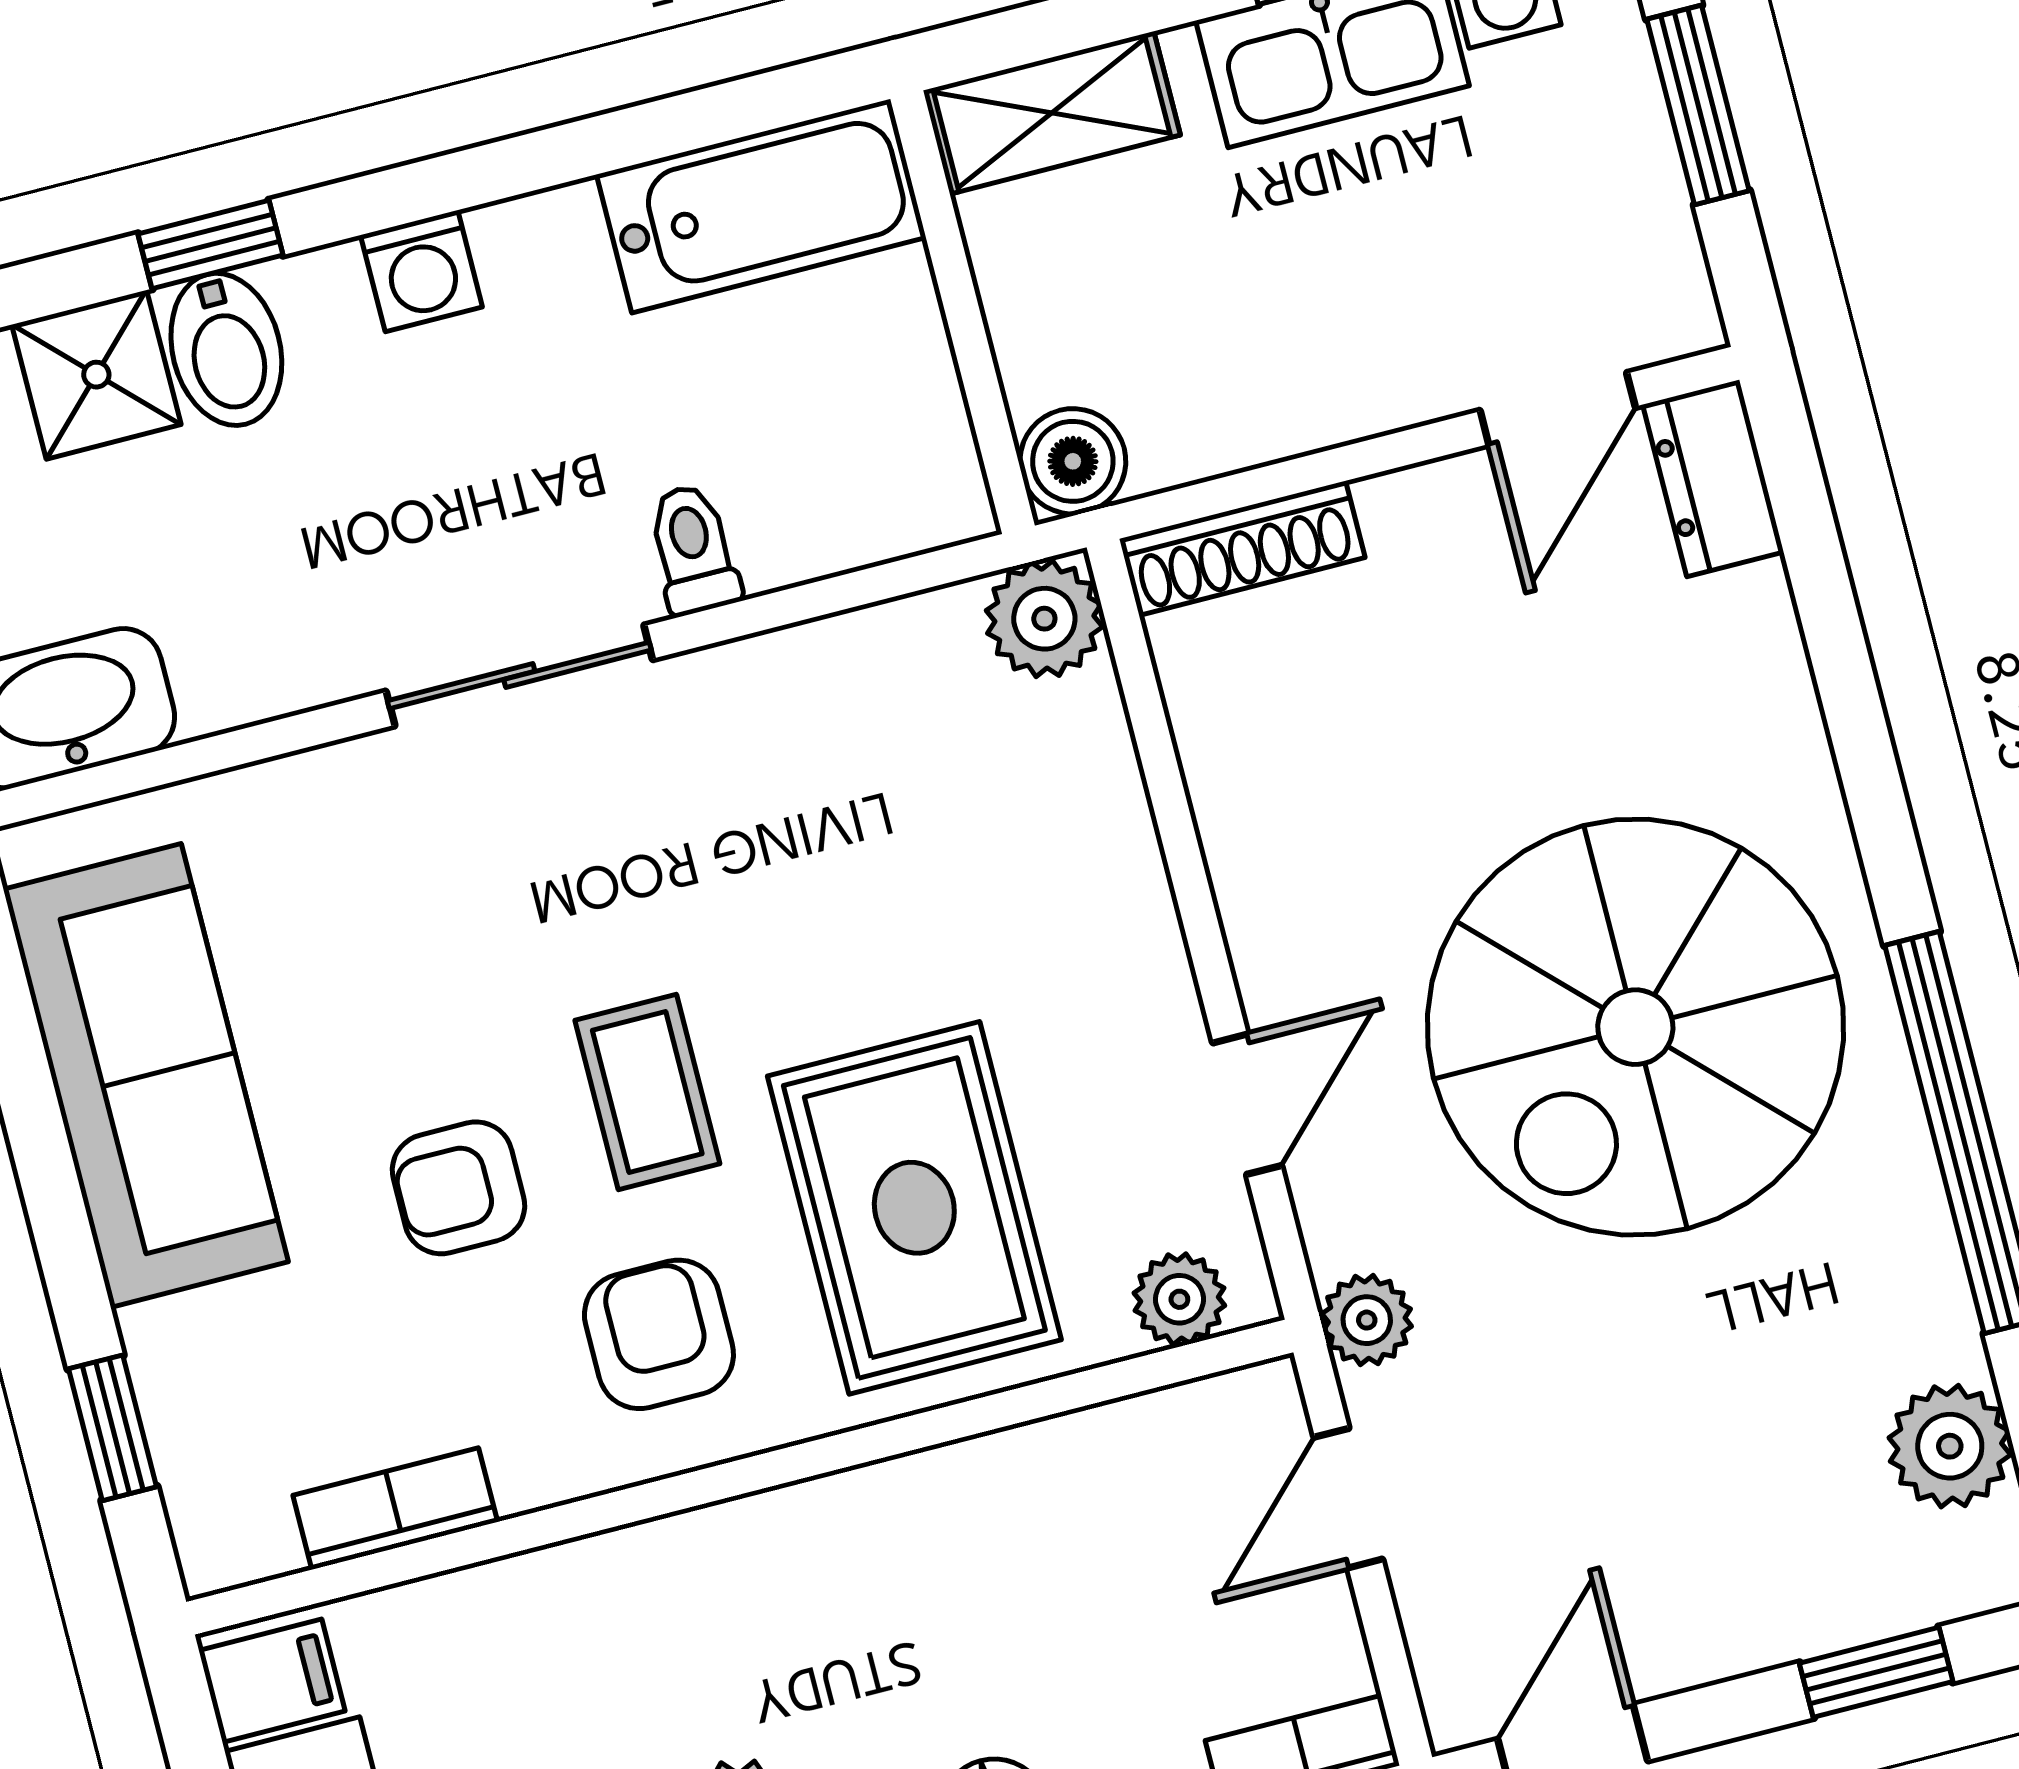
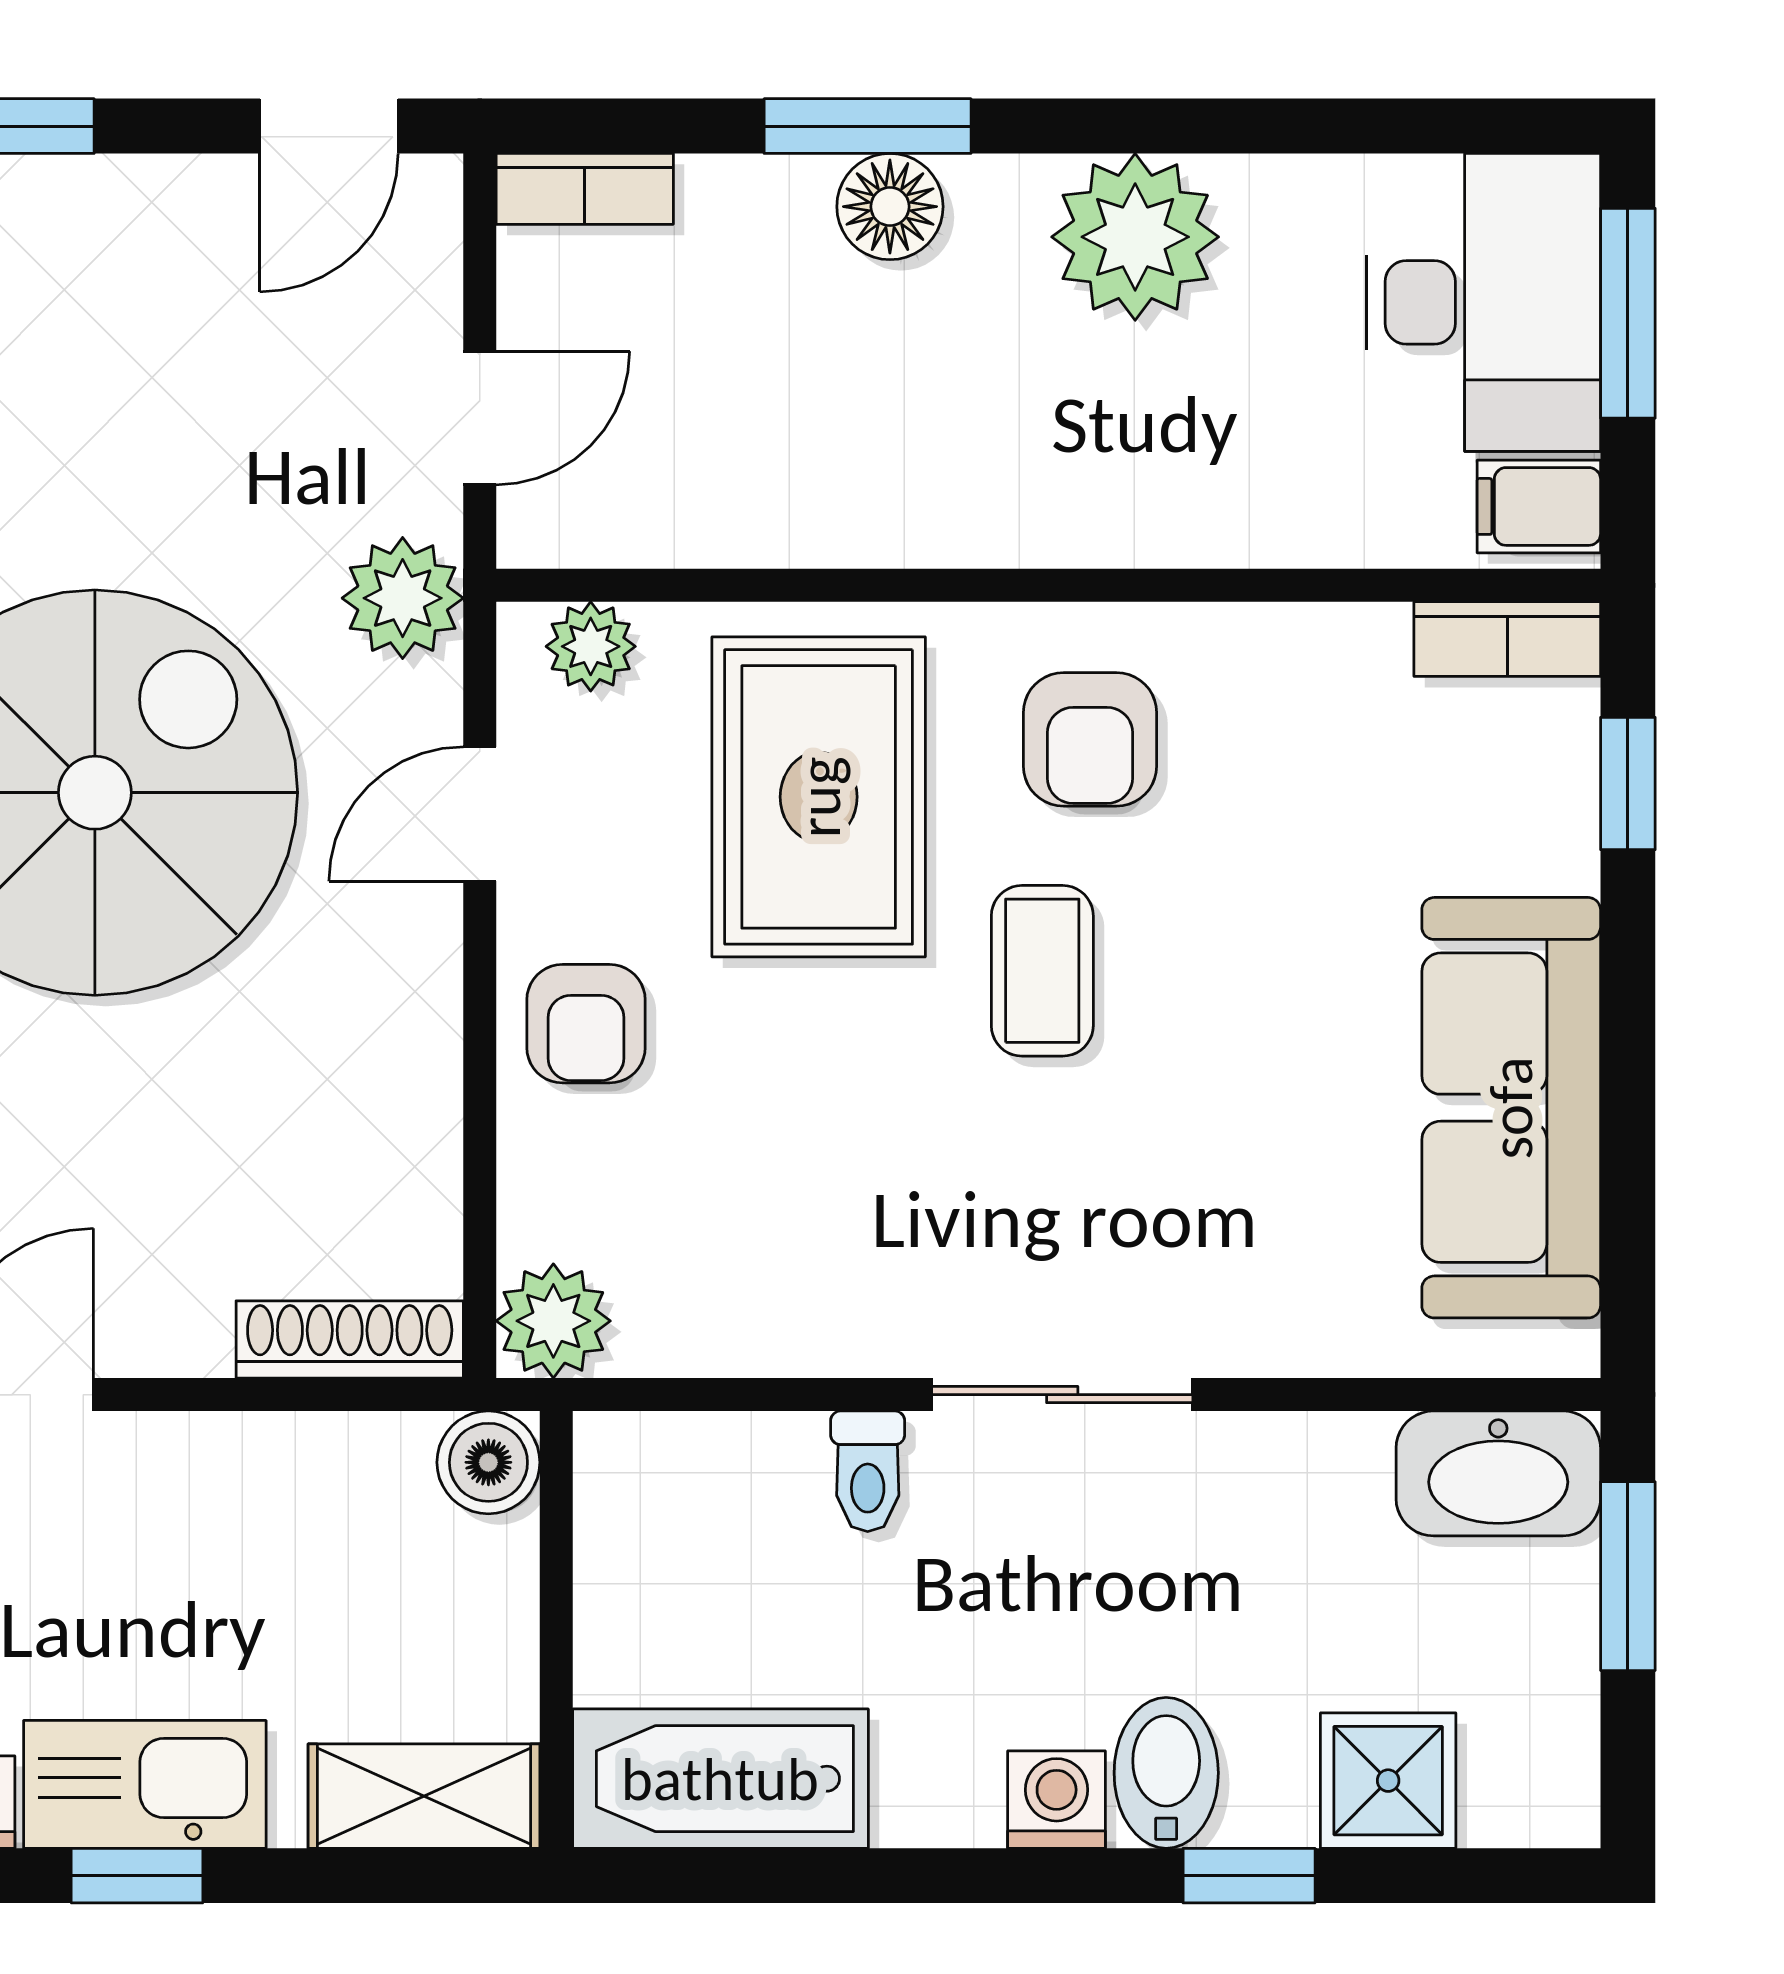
bidet: (226, 349) -> (1166, 1773), moved
armchair: (459, 1188) -> (586, 1024), moved, turned 90
plant: (1367, 1320) -> (403, 598), width x1.38, depth x1.38
bookcase: (395, 1509) -> (1507, 639), moved

